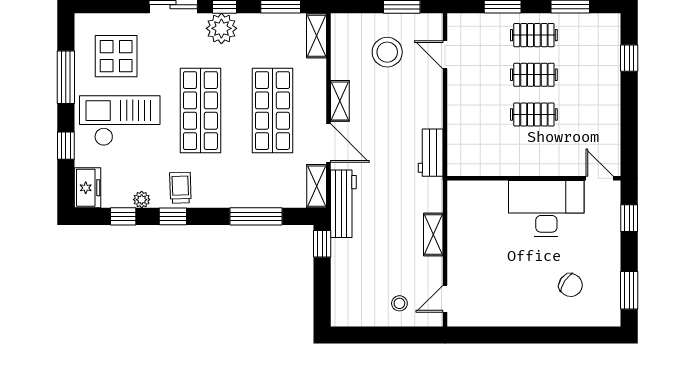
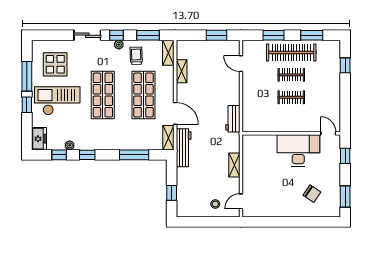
plant: (221, 28) -> (119, 45), width x0.53, depth x0.53
clothes rail: (534, 35) -> (291, 52), width x1.86, depth x1.31
stool: (387, 52) -> (208, 62), removed
shelving: (340, 101) -> (182, 71), moved
window: (66, 146) -> (27, 105), moved
trolley: (180, 188) -> (136, 56), moved
window: (322, 244) -> (172, 193), moved

